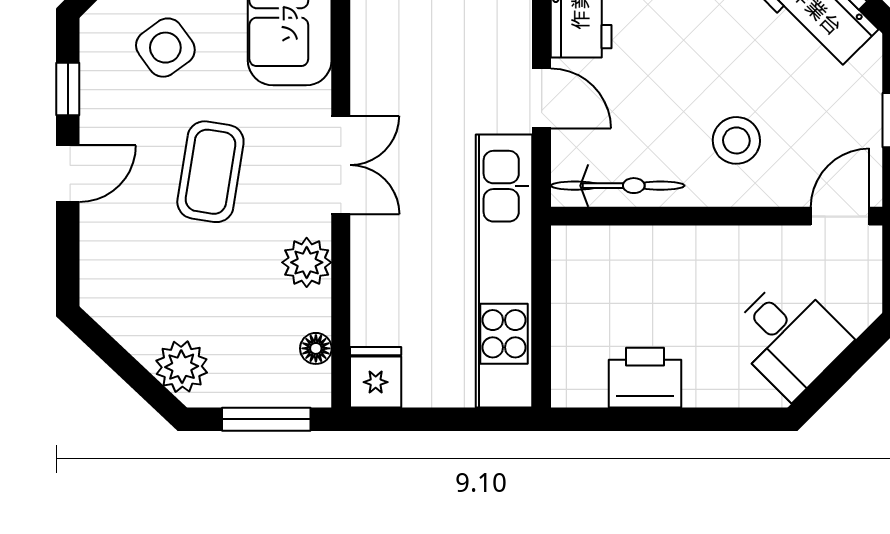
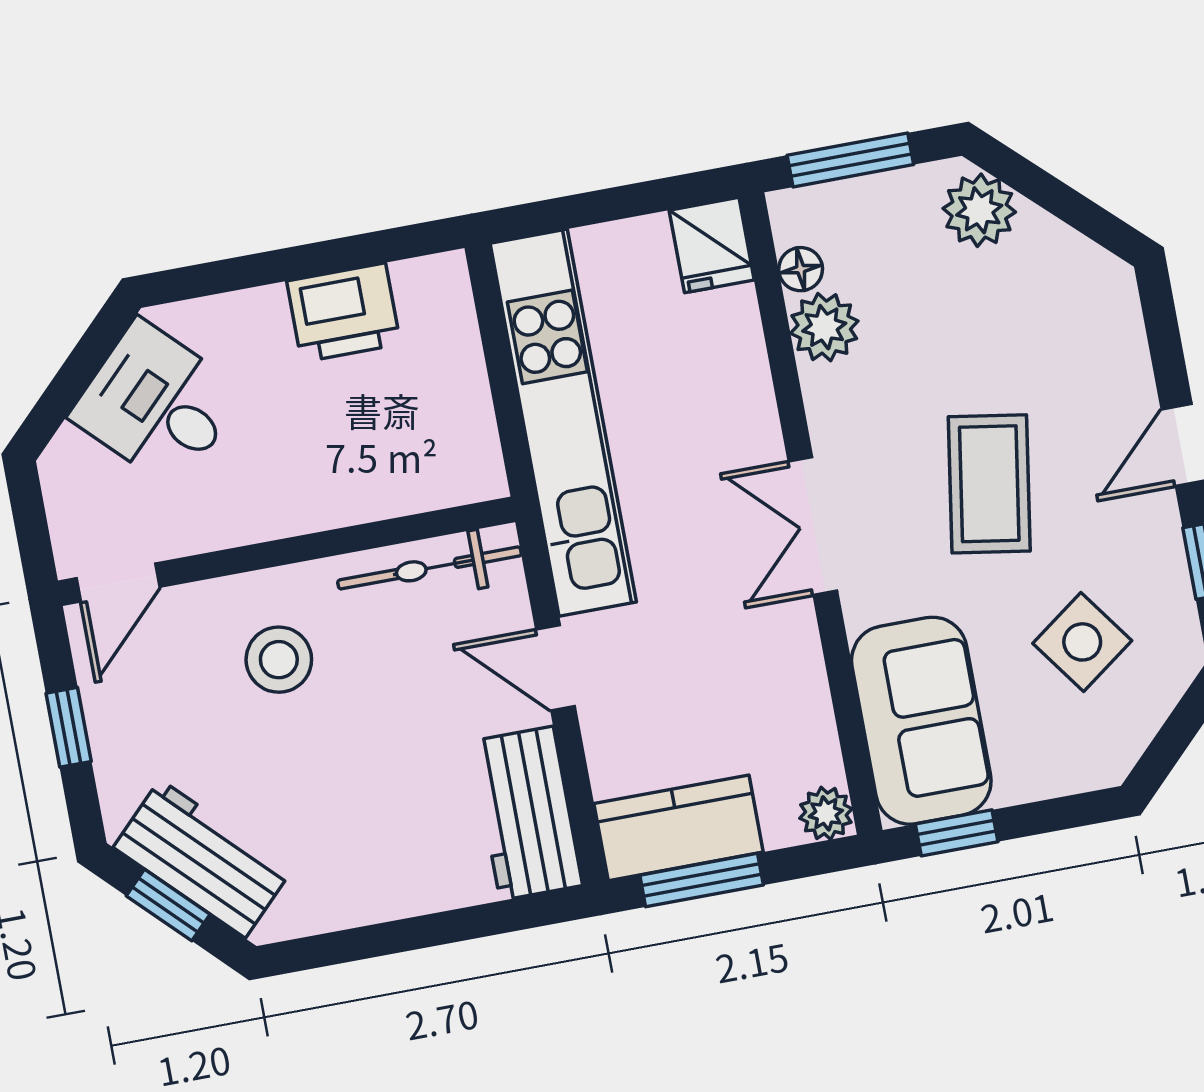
plant: (307, 262) -> (824, 327), moved

